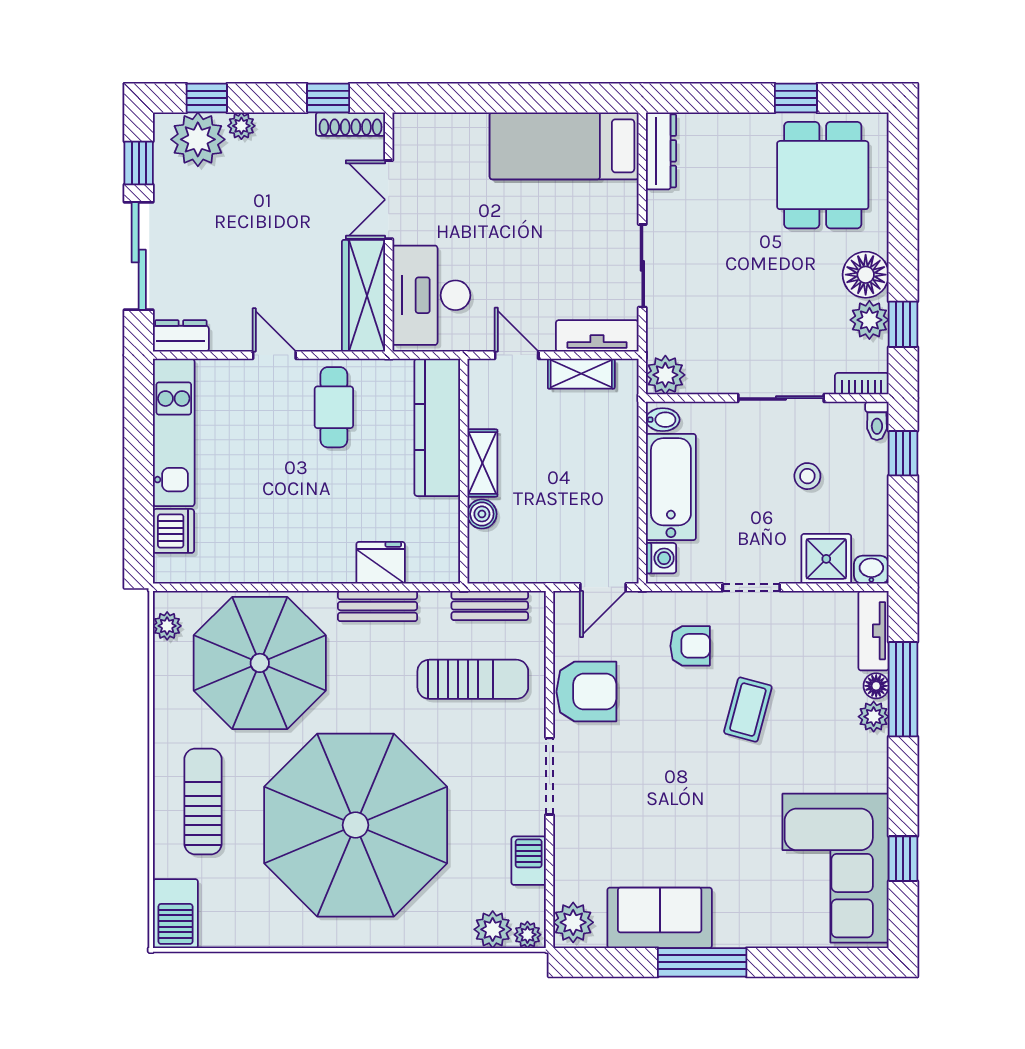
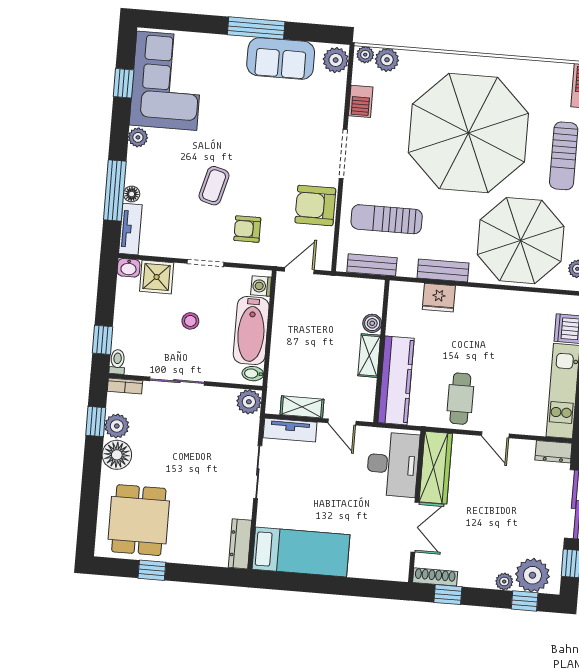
stool: (807, 476) -> (190, 321), moved
plant: (874, 717) -> (138, 137), moved

